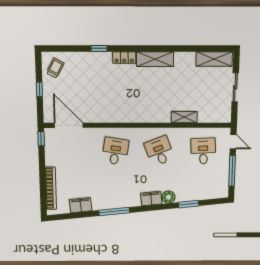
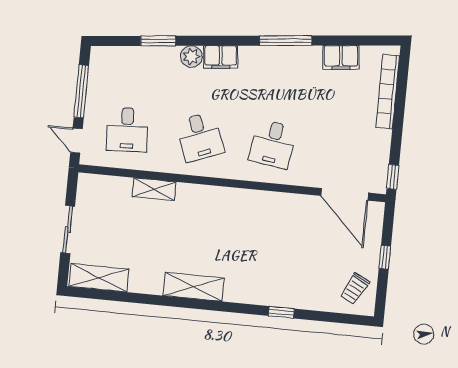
locker: (124, 58) -> (243, 294), removed

